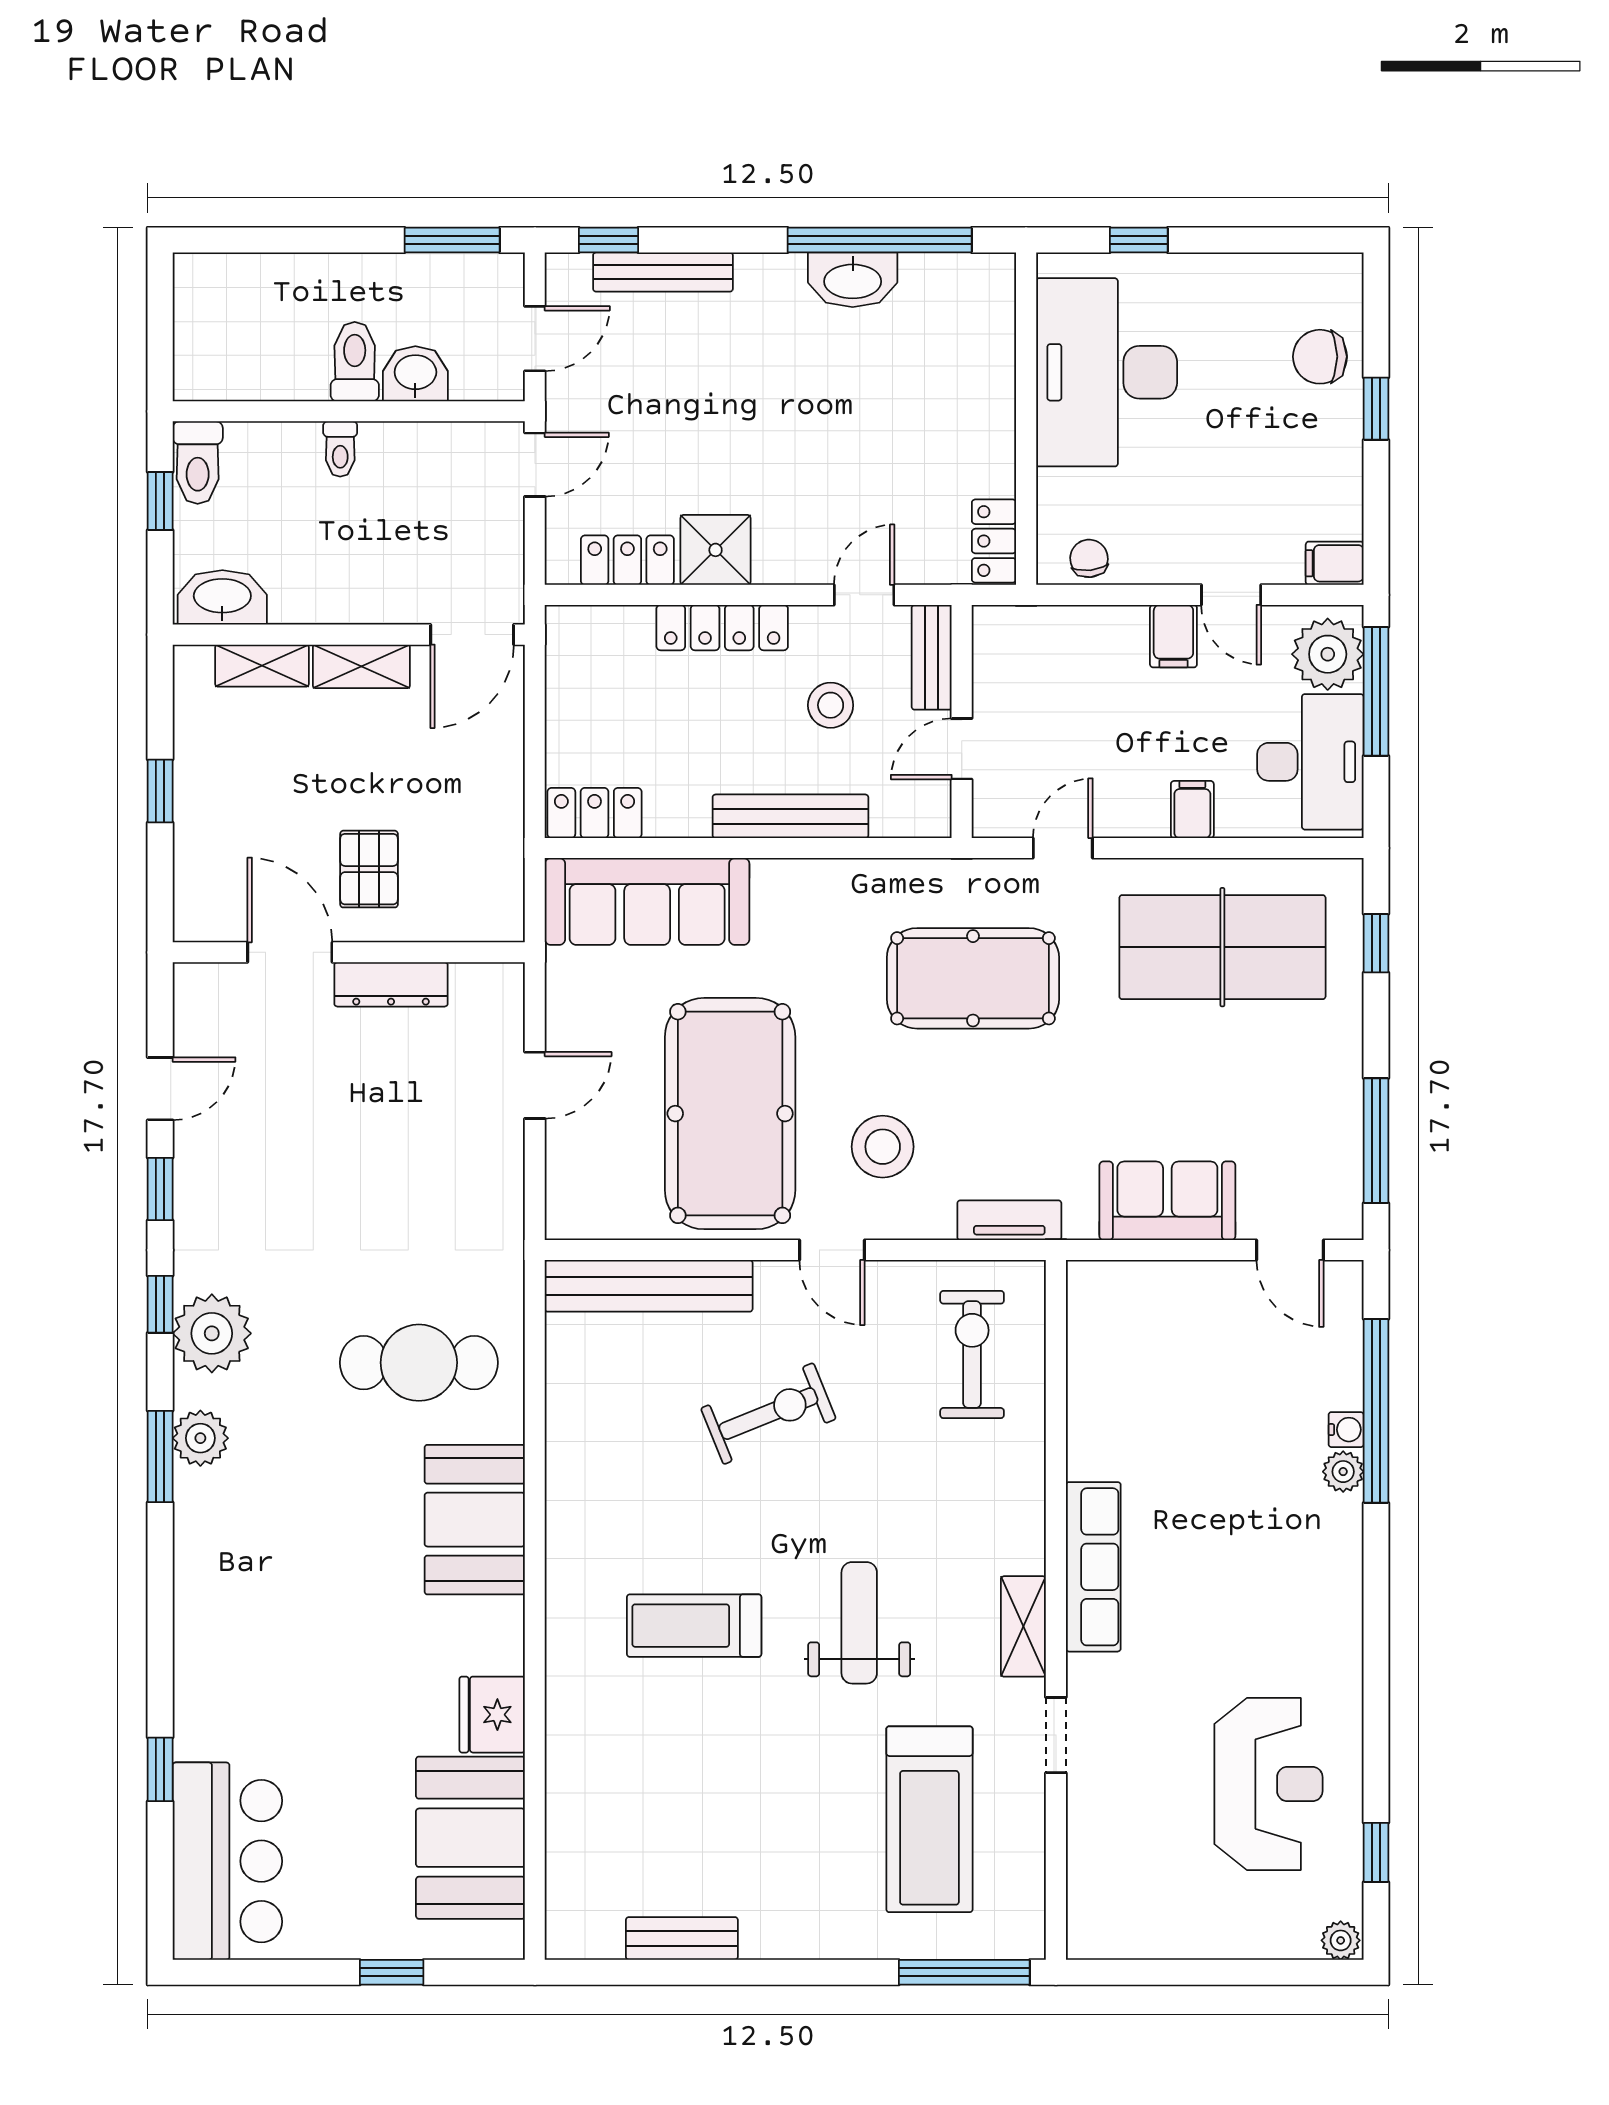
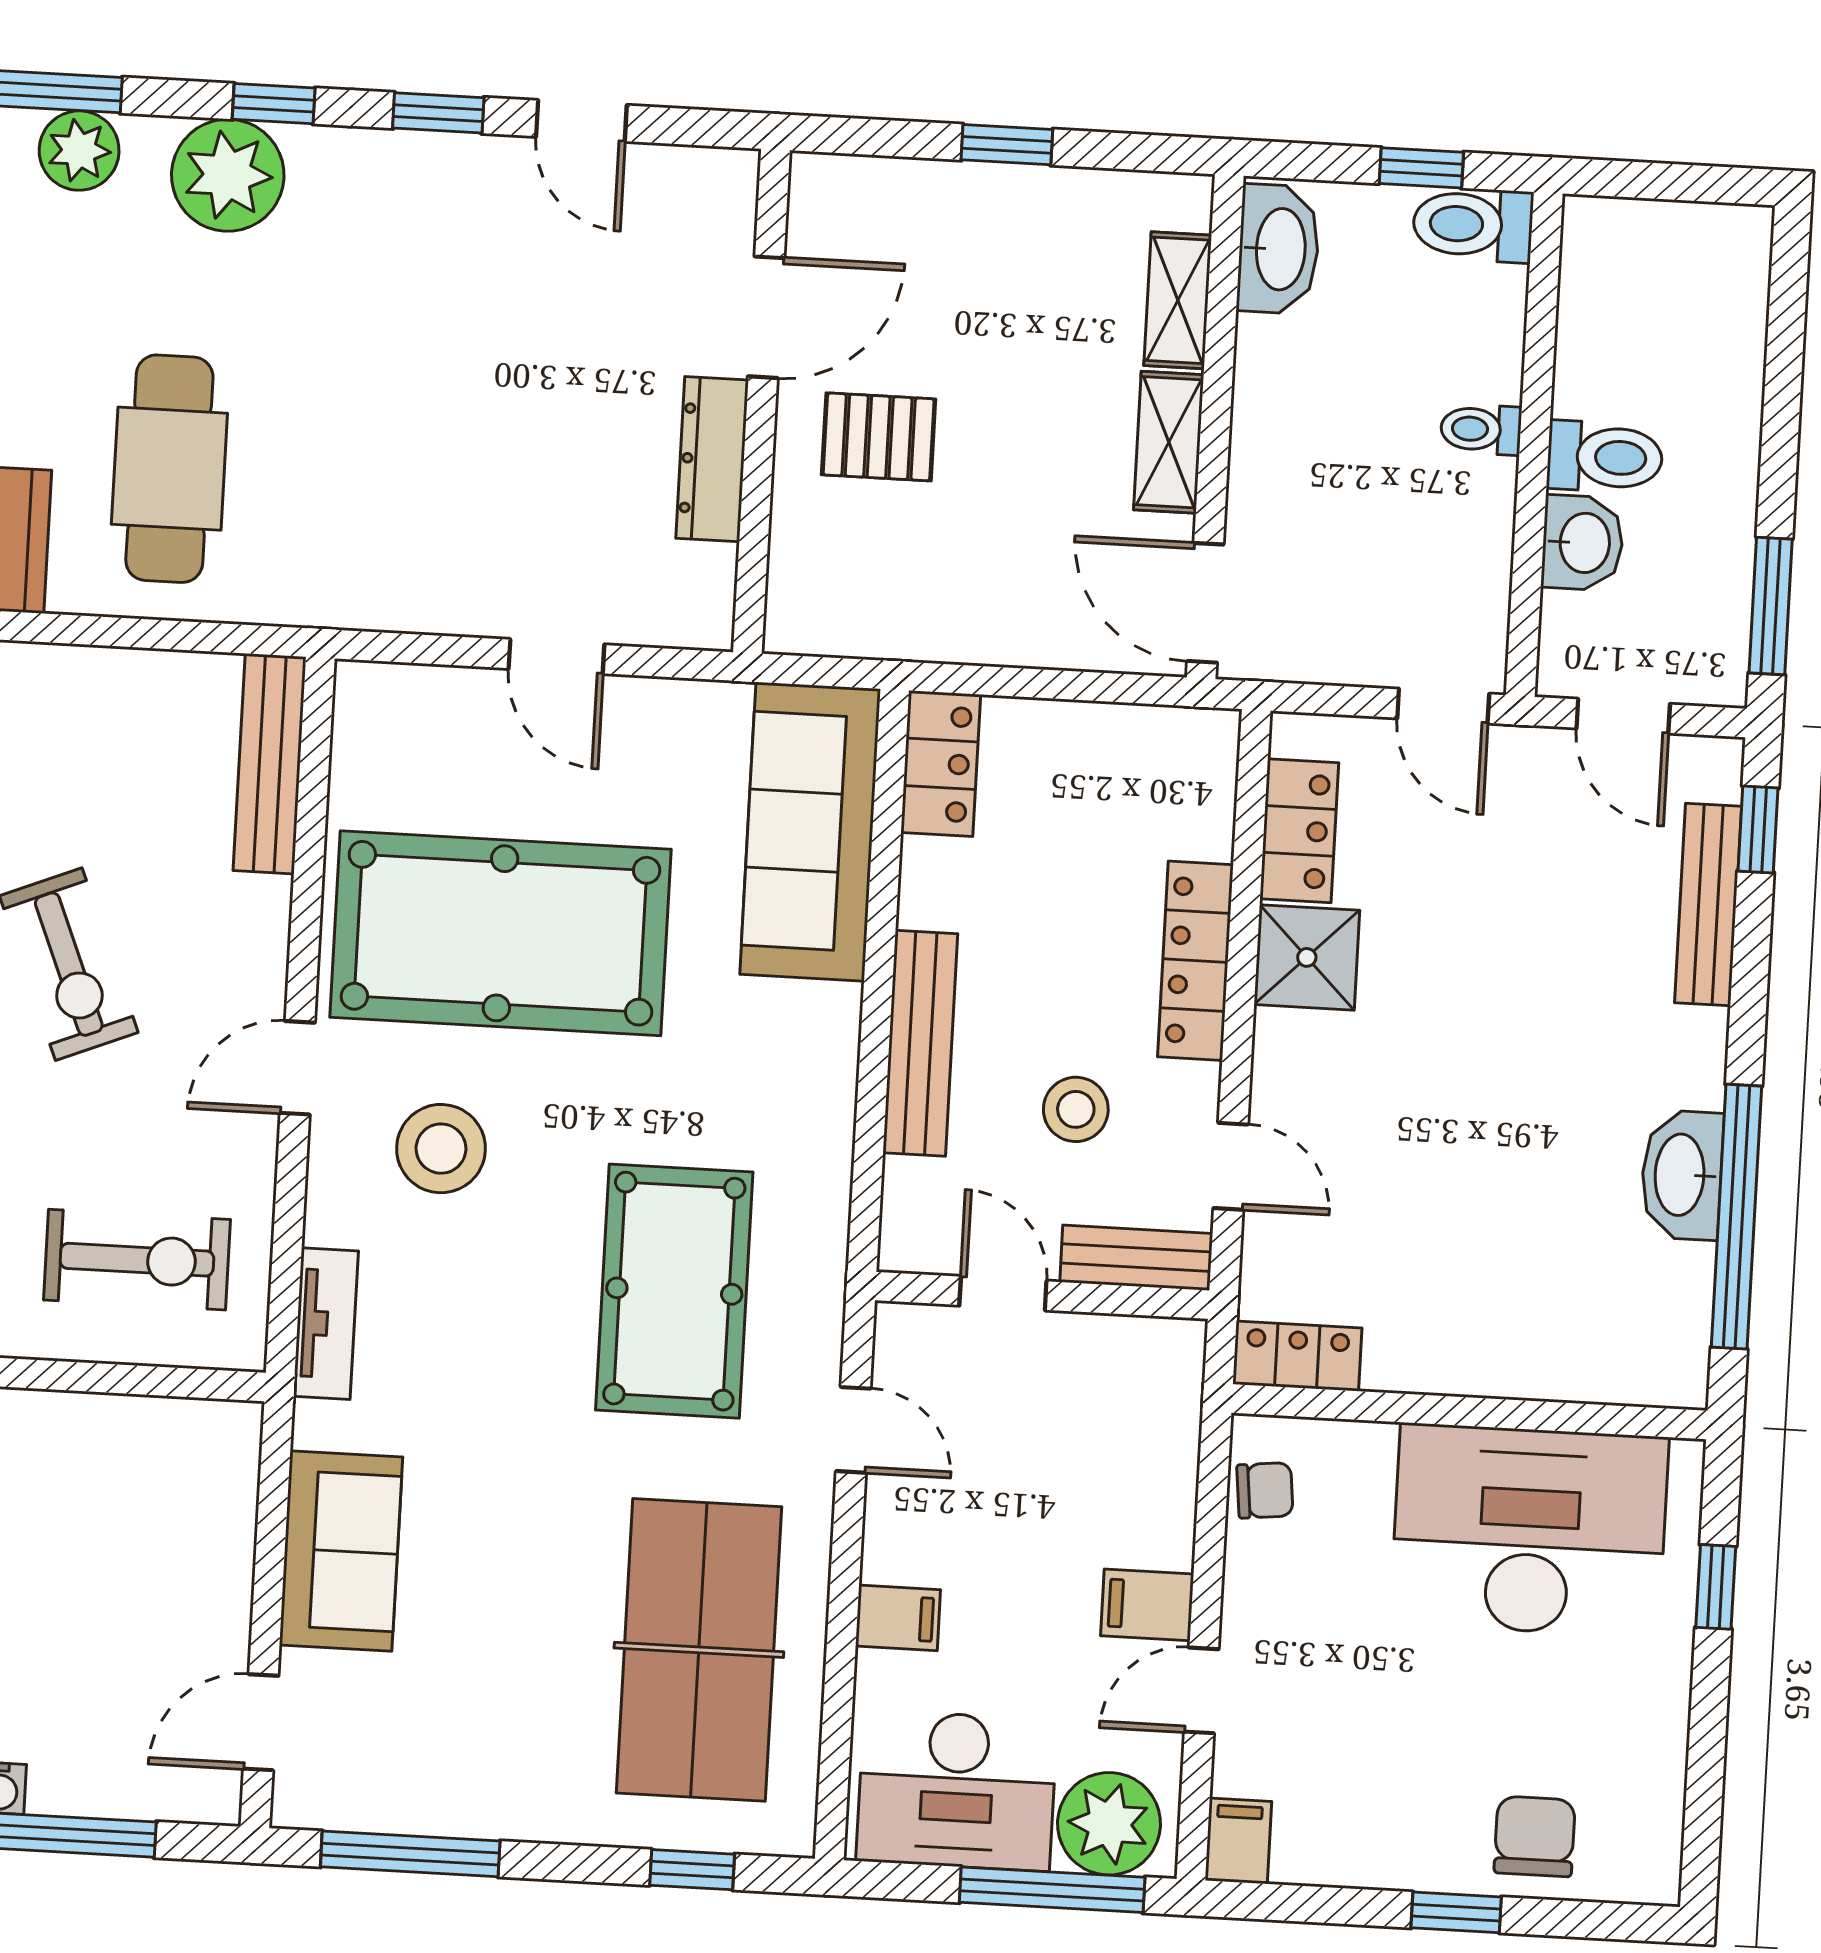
bench: (649, 1286) -> (270, 764), width x0.73, depth x0.82

